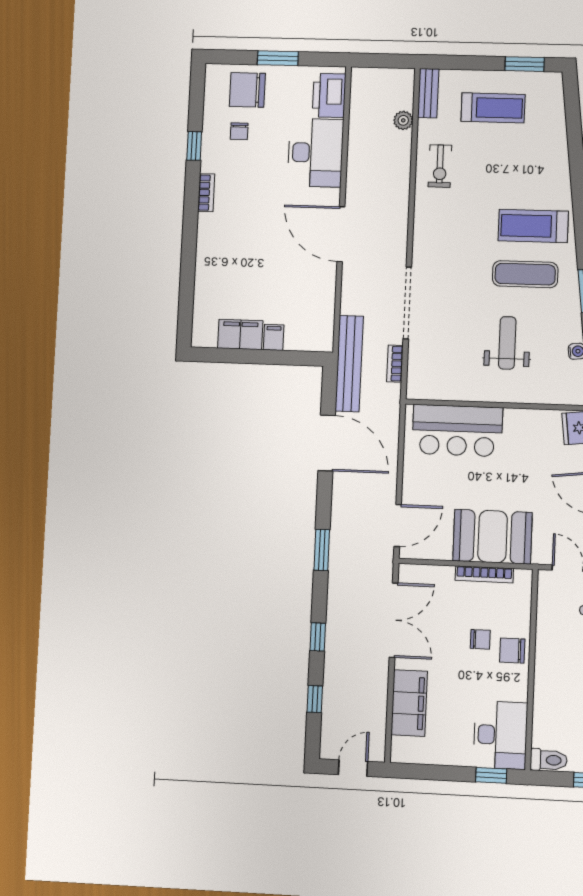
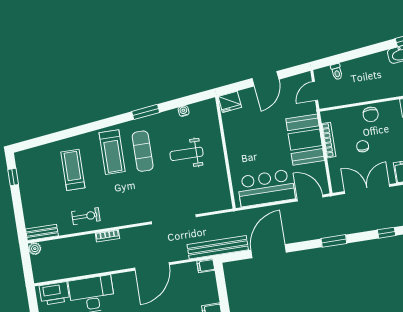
window: (525, 64) -> (13, 177), width x0.67
treadmill: (493, 108) -> (73, 170), moved
plant: (403, 120) -> (35, 249), moved
door: (341, 234) -> (152, 266), moved
filing cabinet: (274, 337) -> (206, 266), moved
bookcase: (395, 364) -> (107, 236), moved
bar counter: (457, 431) -> (266, 188), moved, turned -90
chair: (480, 639) -> (363, 146), moved

